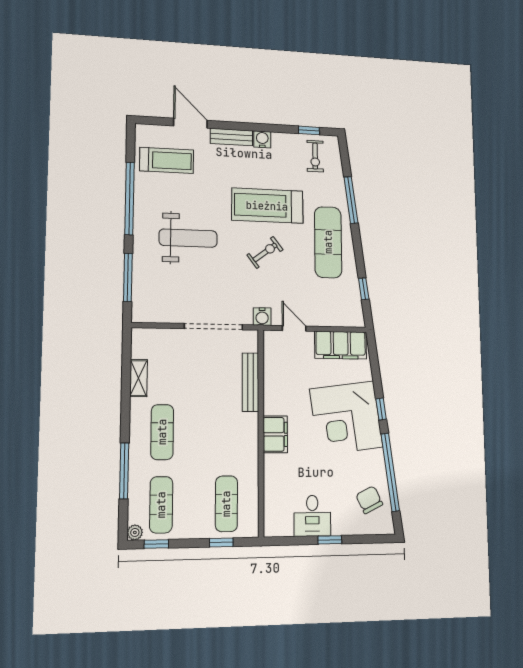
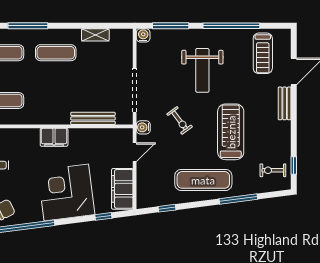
water cooler: (262, 139) -> (143, 35), moved, turned -90
exercise bike: (265, 252) -> (180, 120), moved
window: (381, 409) -> (103, 216), moved

